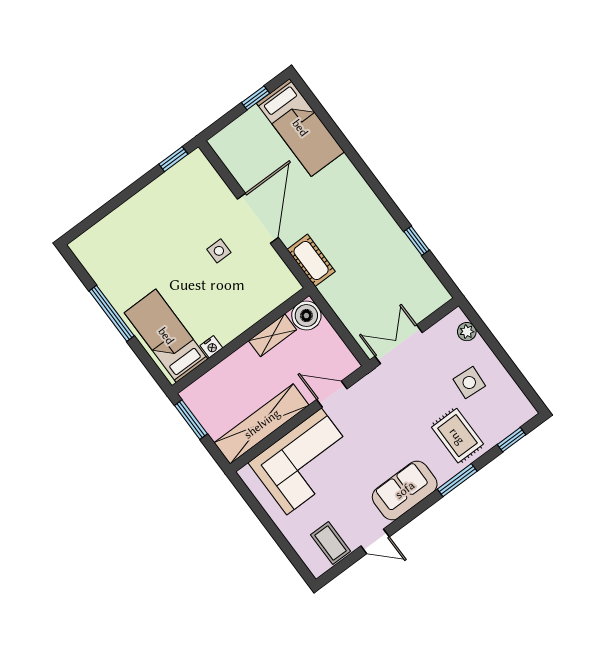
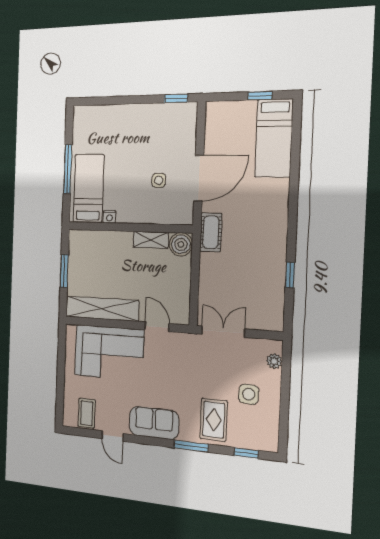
boiler: (306, 316) -> (181, 244), moved
shelving: (273, 335) -> (151, 240), moved
bed: (166, 336) -> (89, 189), moved
wall: (241, 341) -> (129, 227), moved
nightstand: (211, 347) -> (109, 217), moved

